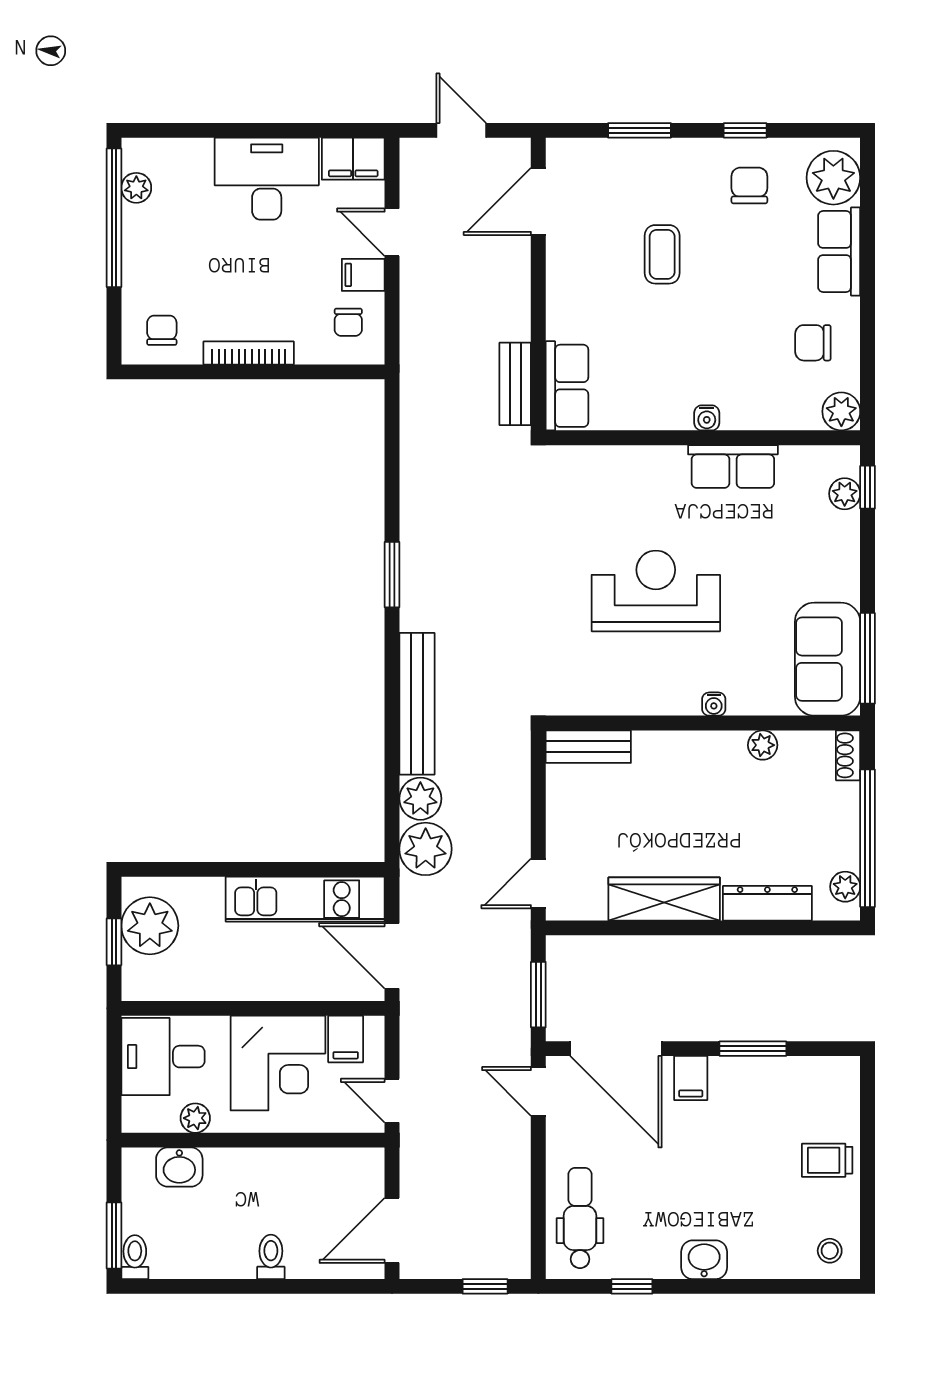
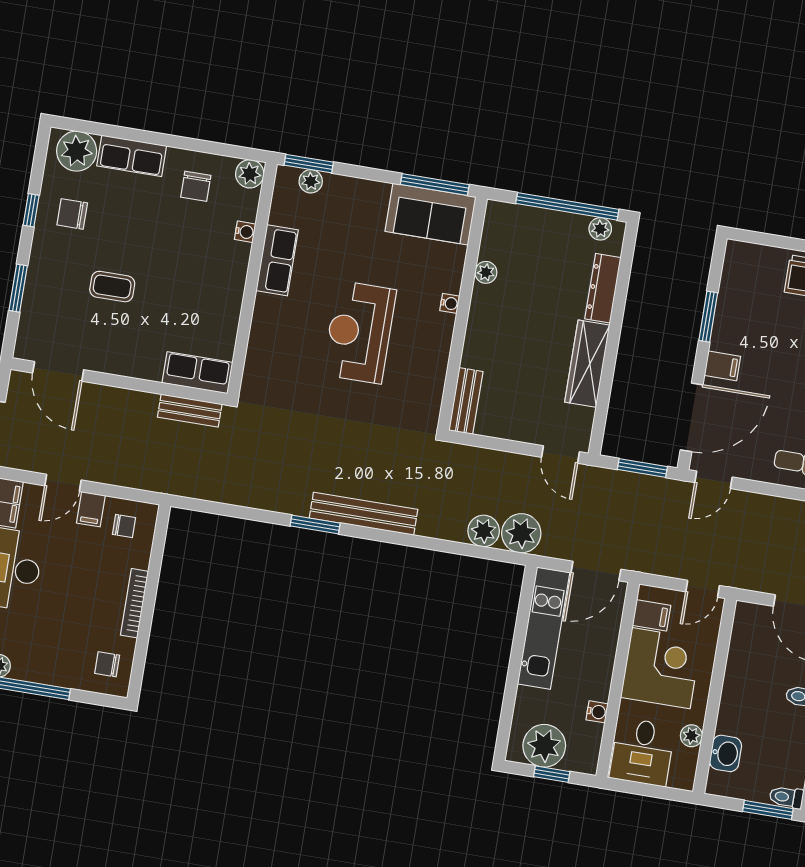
water cooler: (707, 418) -> (245, 232), moved
window: (868, 487) -> (309, 164), width x1.50
bench: (417, 704) -> (364, 514), moved
shoe rack: (848, 755) -> (504, 211), removed
water cooler: (206, 988) -> (597, 712), added

